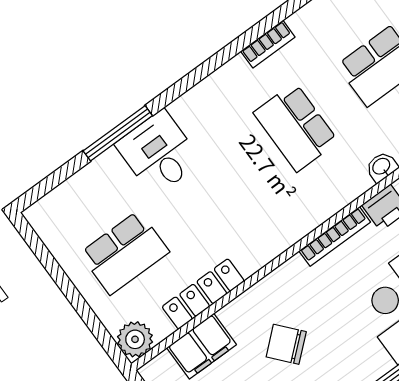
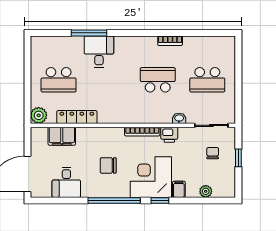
school desk: (296, 127) -> (158, 80), turned 90
chair: (286, 344) -> (108, 165), moved, turned -49

